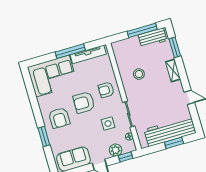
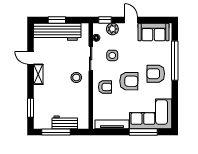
workbench: (153, 38) -> (65, 122), moved
window: (70, 51) -> (143, 132), moved
shelving: (173, 71) -> (38, 74), moved
stool: (139, 74) -> (76, 77), moved
armchair: (59, 118) -> (156, 74), turned -90
window: (44, 136) -> (175, 61), width x2.11

